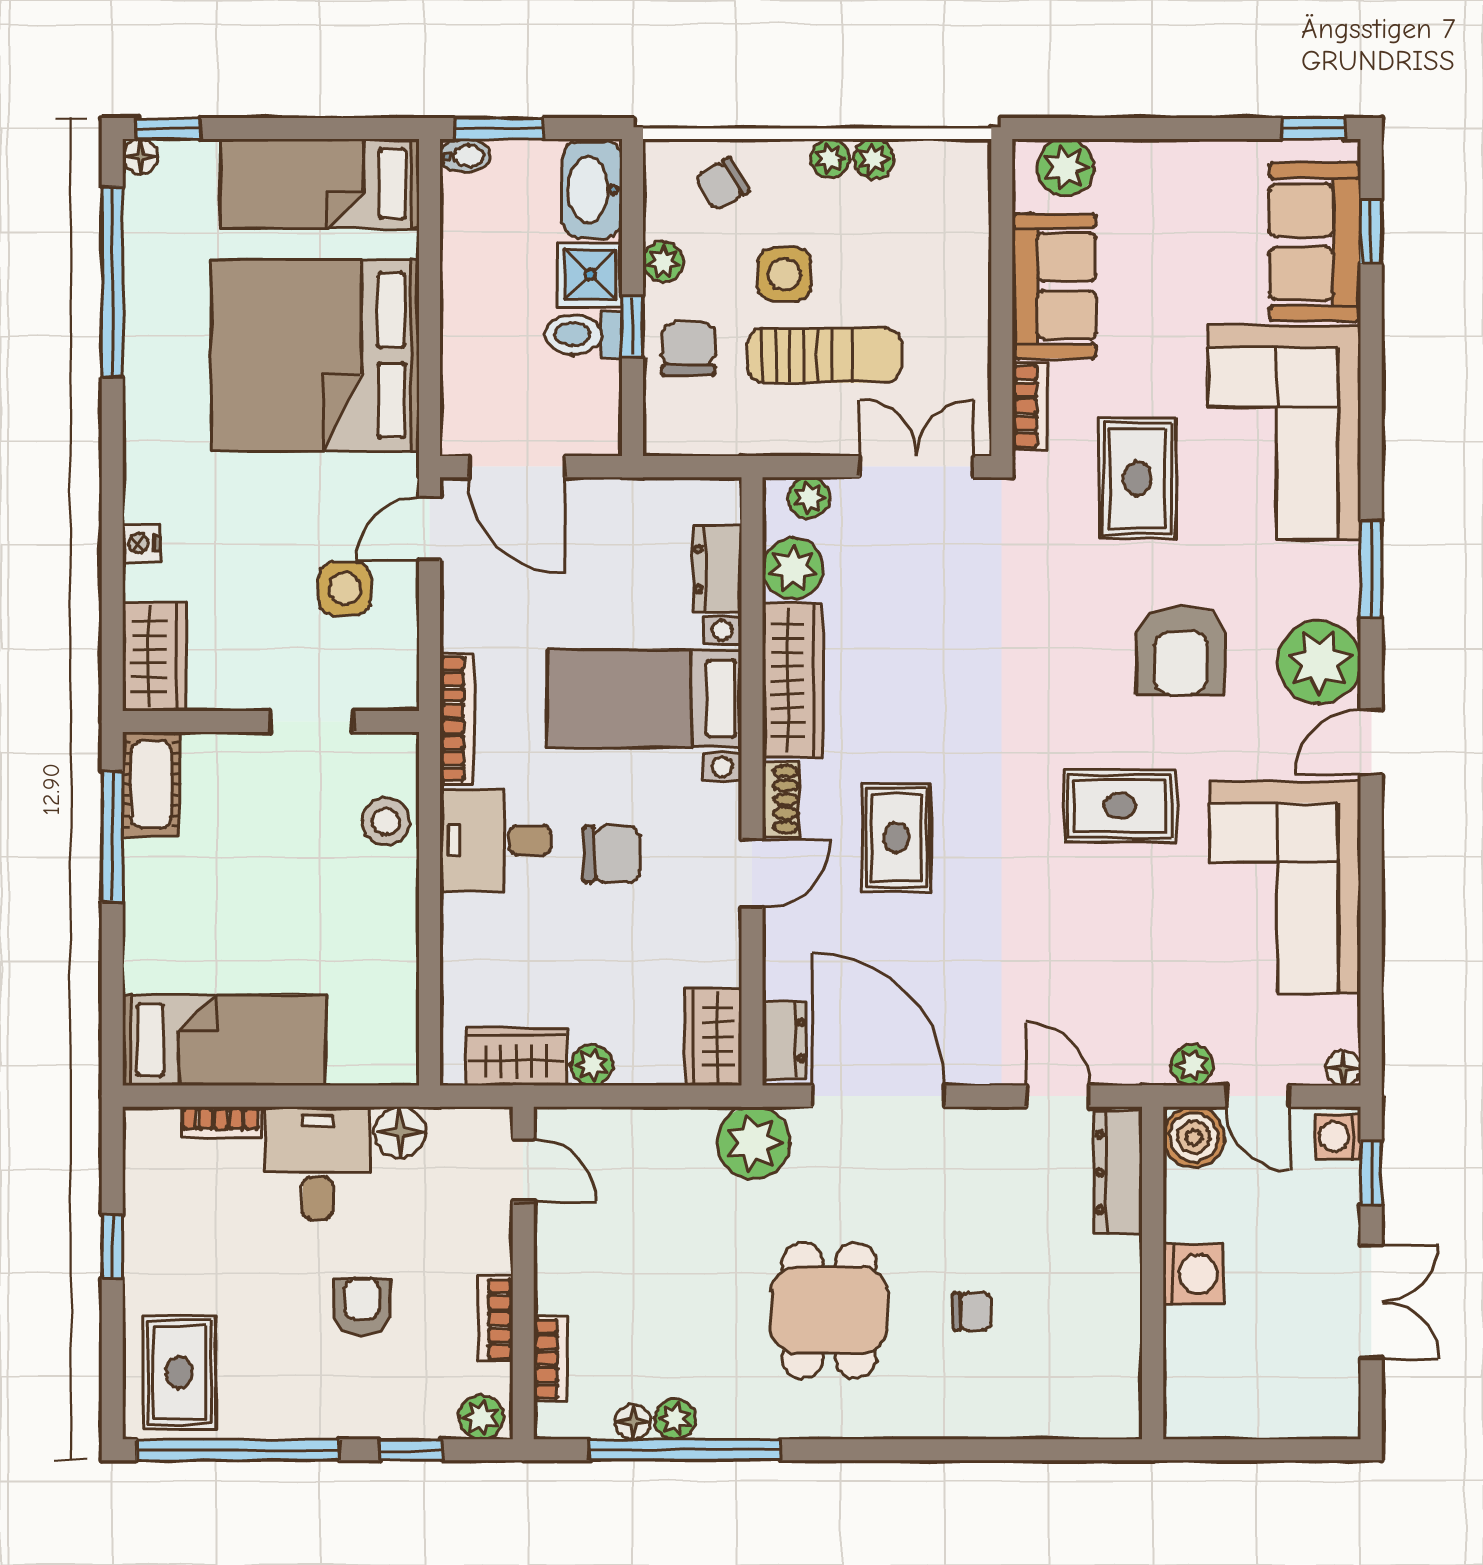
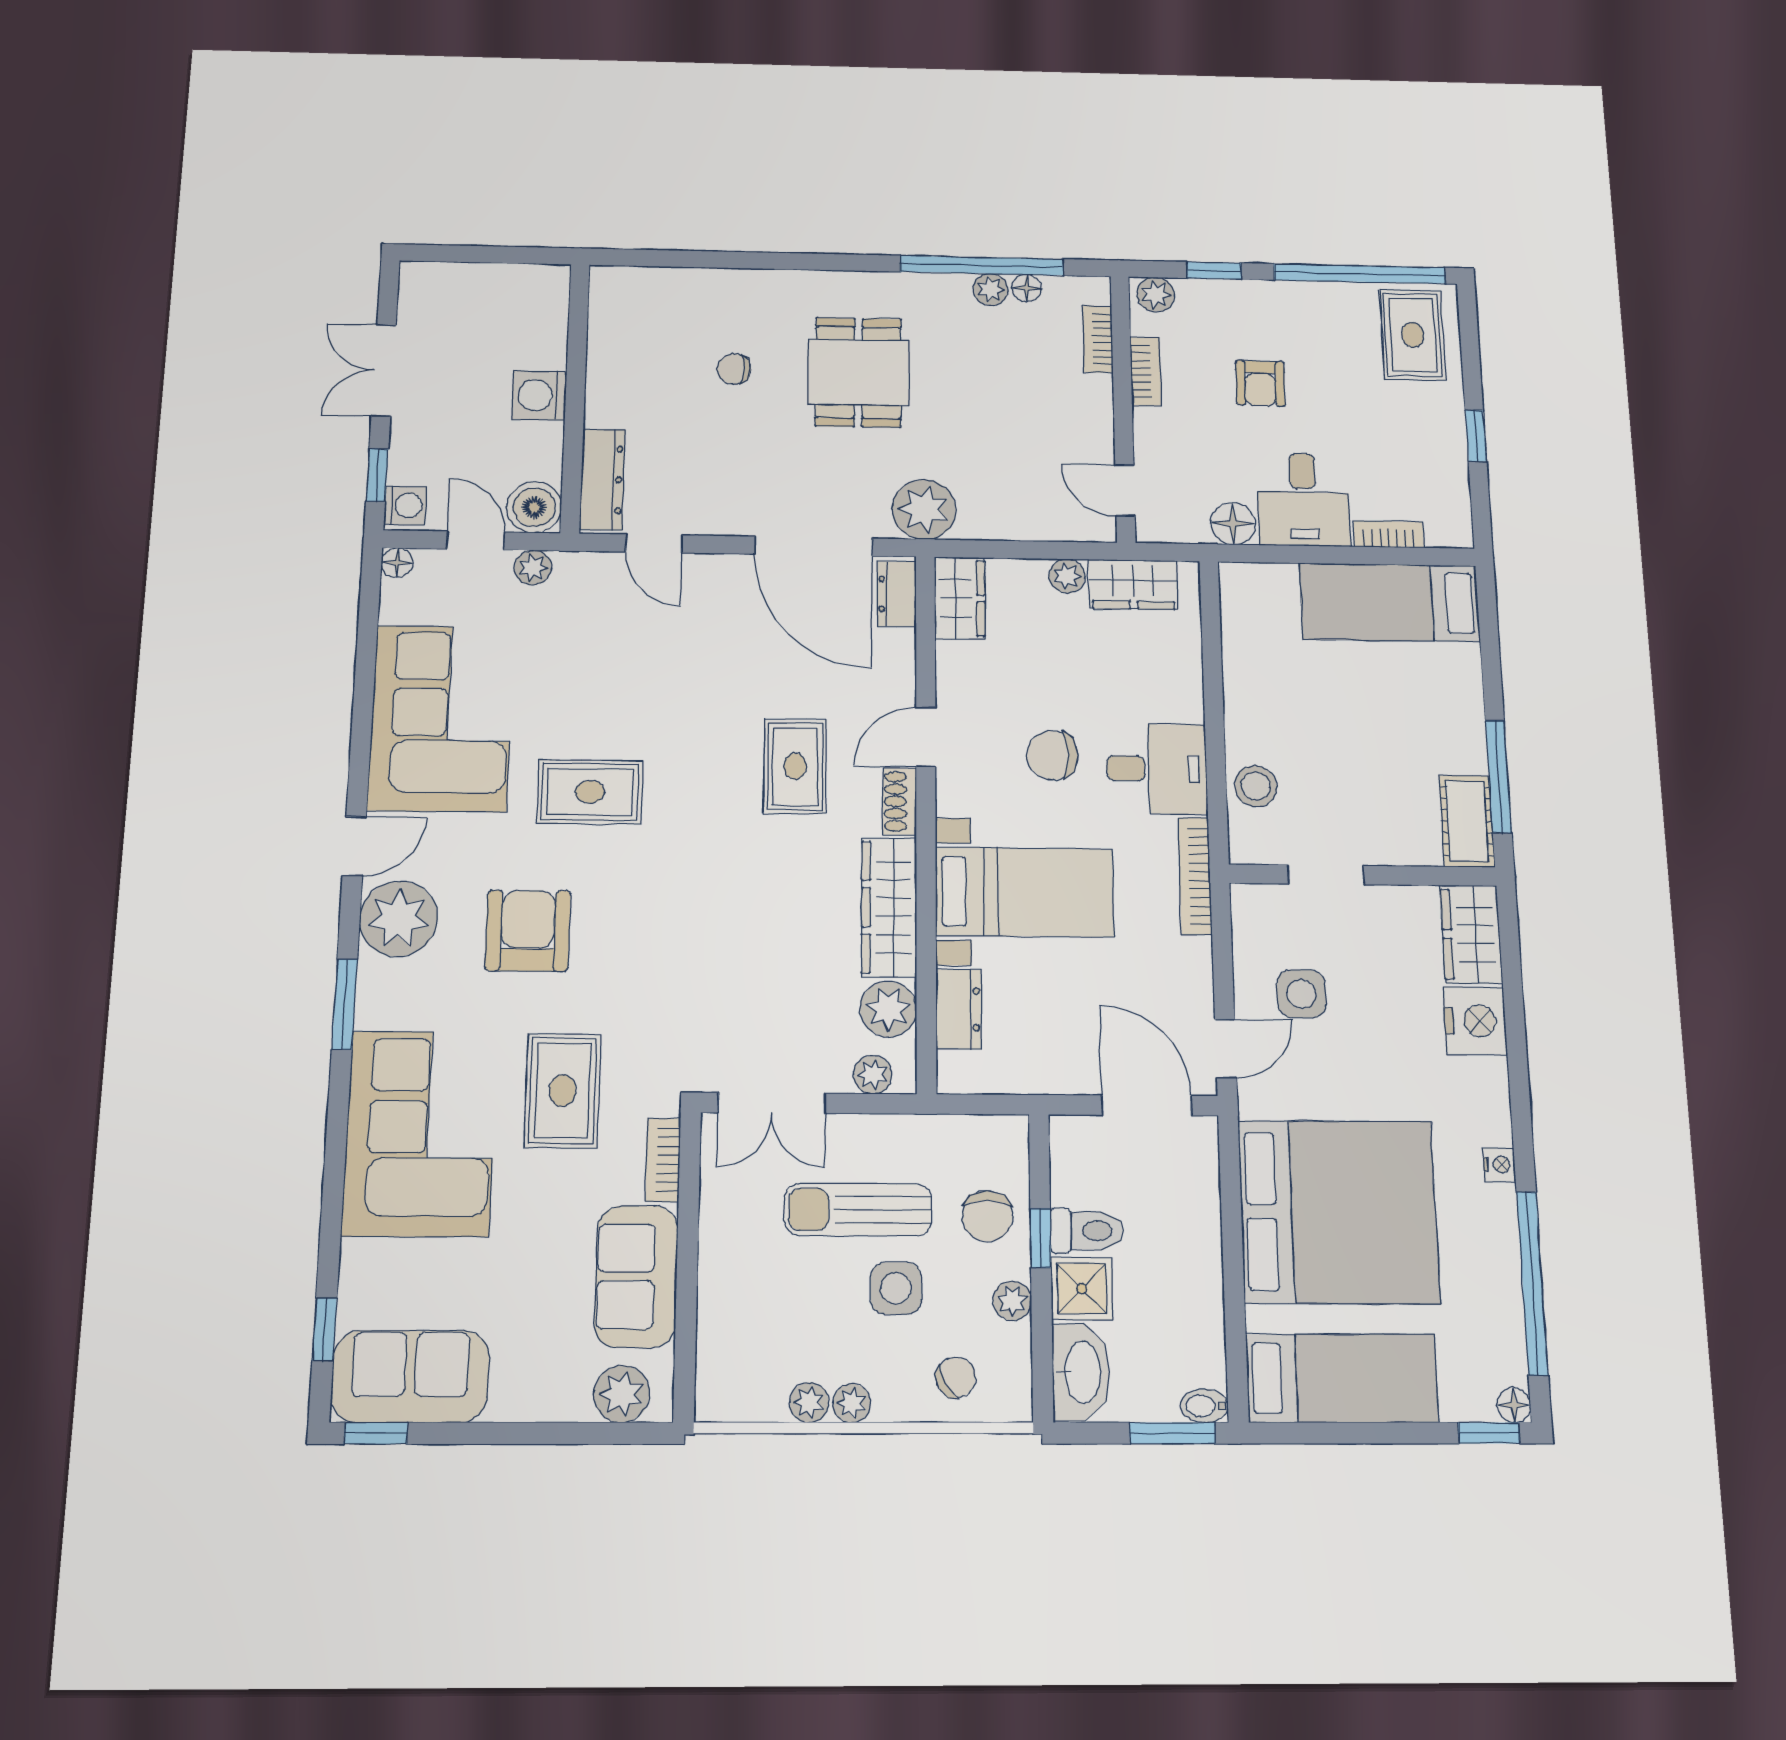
sofa: (1315, 242) -> (410, 1376), moved, turned -90
nightstand: (140, 406) -> (1499, 1165), added
nightstand: (141, 543) -> (1475, 1021), width x1.89, depth x1.79

